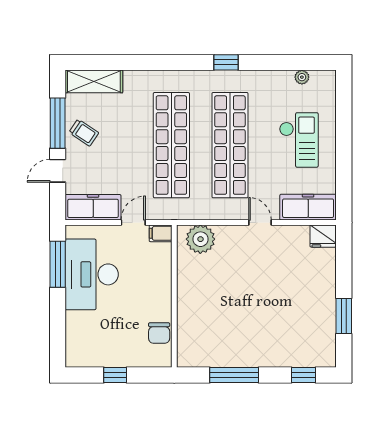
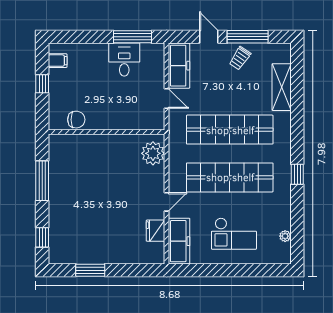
shelving: (94, 81) -> (282, 87), moved
filing cabinet: (161, 233) -> (58, 61), moved, turned 90
fridge: (323, 236) -> (156, 231), moved
desk: (92, 274) -> (124, 60), width x0.53, depth x0.77
chair: (159, 333) -> (76, 120), turned 180

